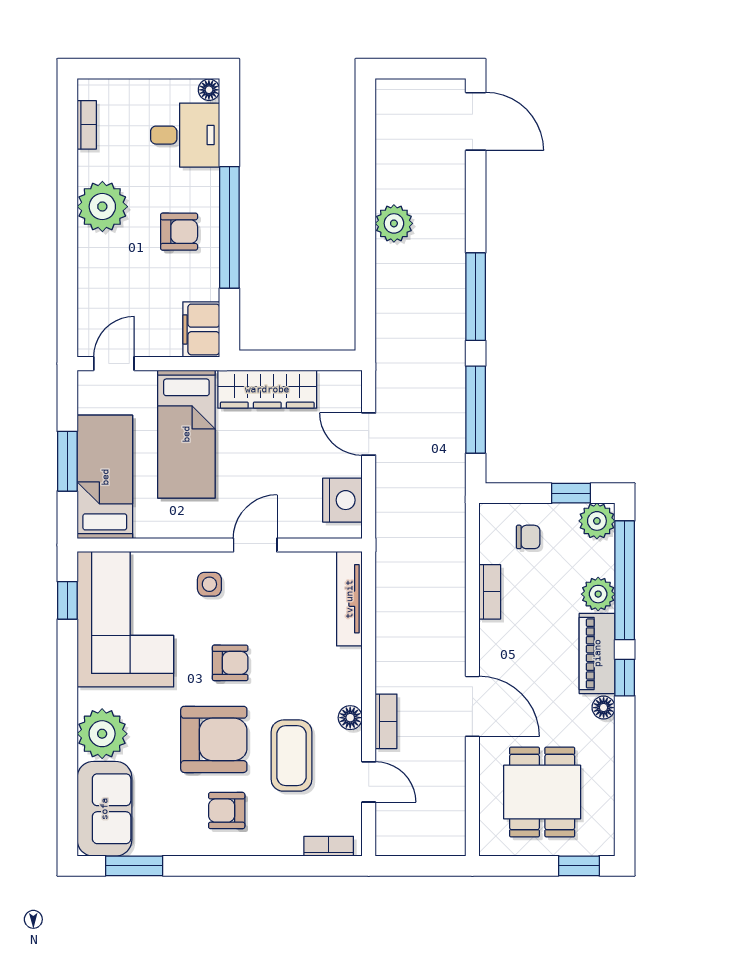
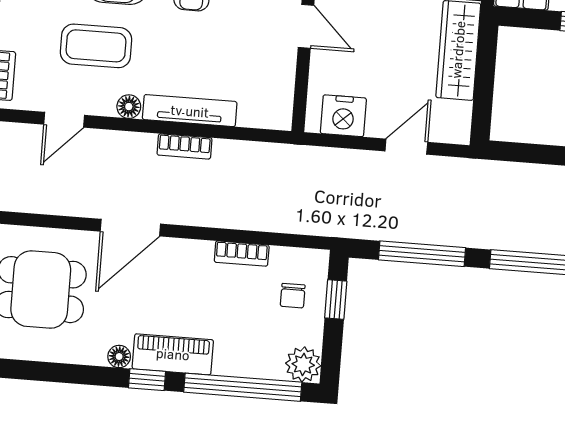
window: (571, 493) -> (336, 299), moved
plant: (598, 594) -> (231, 360), removed
tv unit: (349, 599) -> (190, 111), moved
bookcase: (386, 721) -> (184, 146), moved

